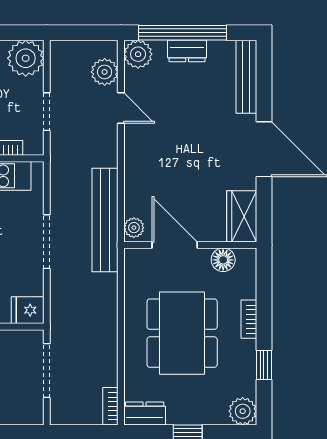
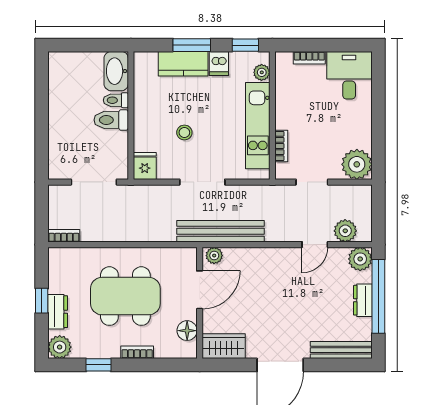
dresser: (145, 413) -> (58, 312), moved

